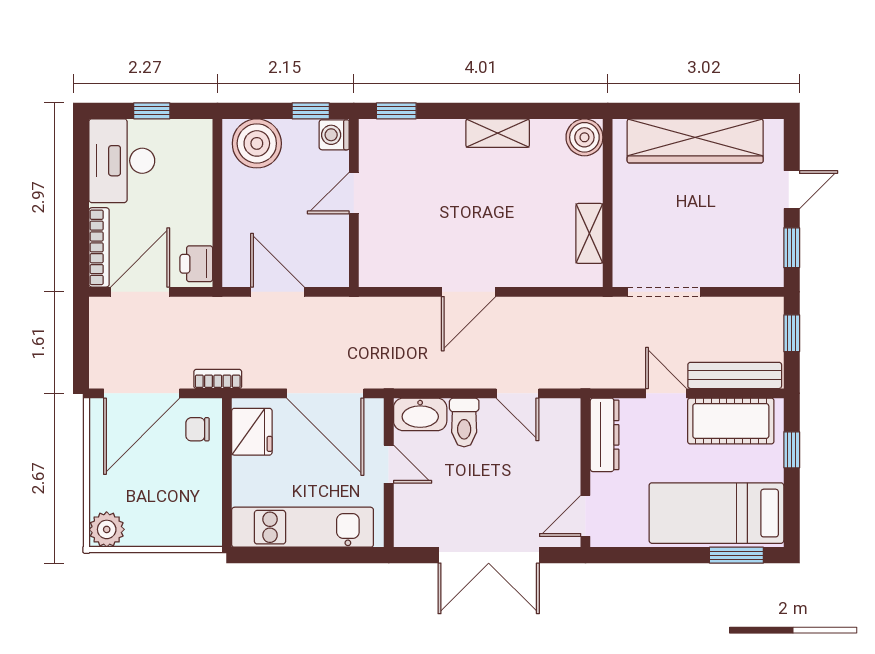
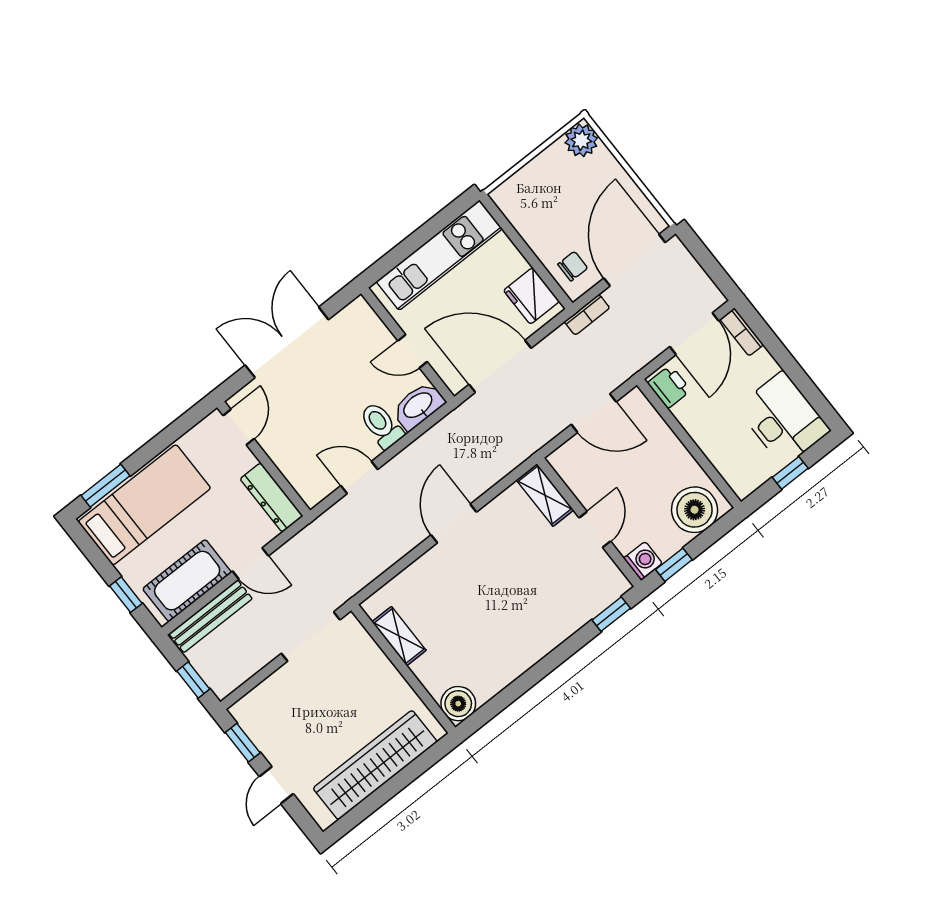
shelving: (498, 133) -> (545, 495), moved, turned 90
bookcase: (99, 247) -> (742, 332), width x0.64

